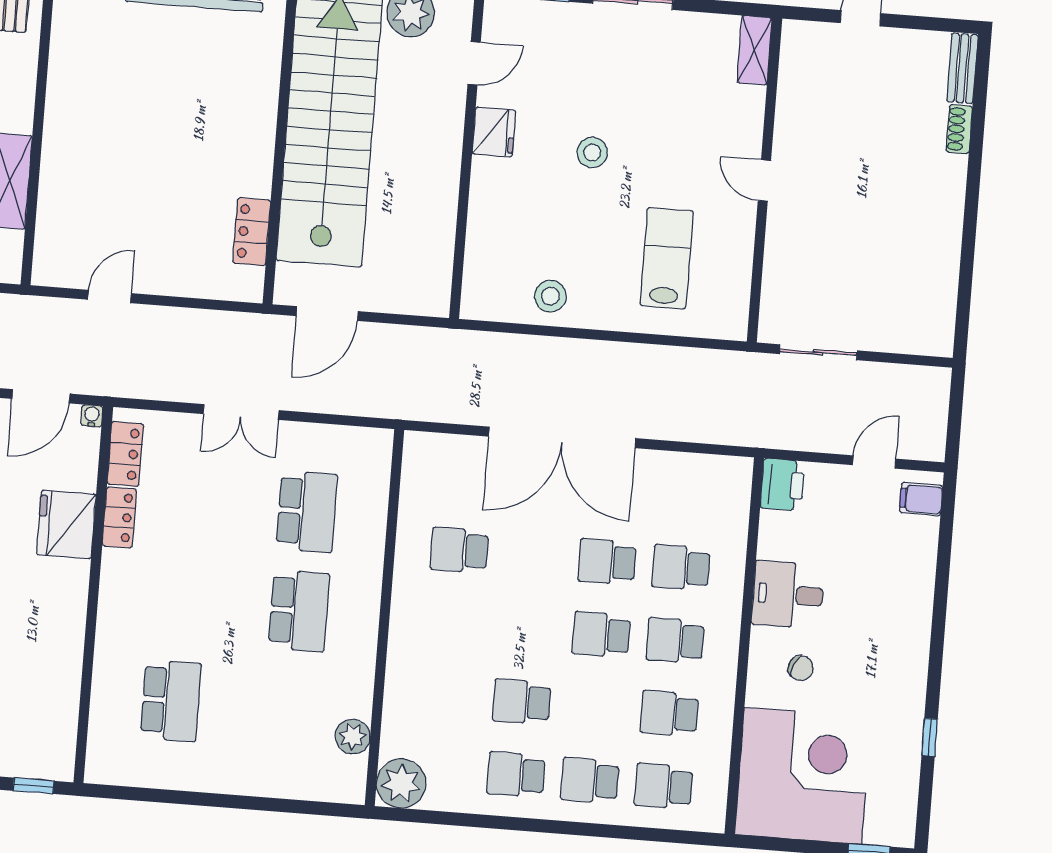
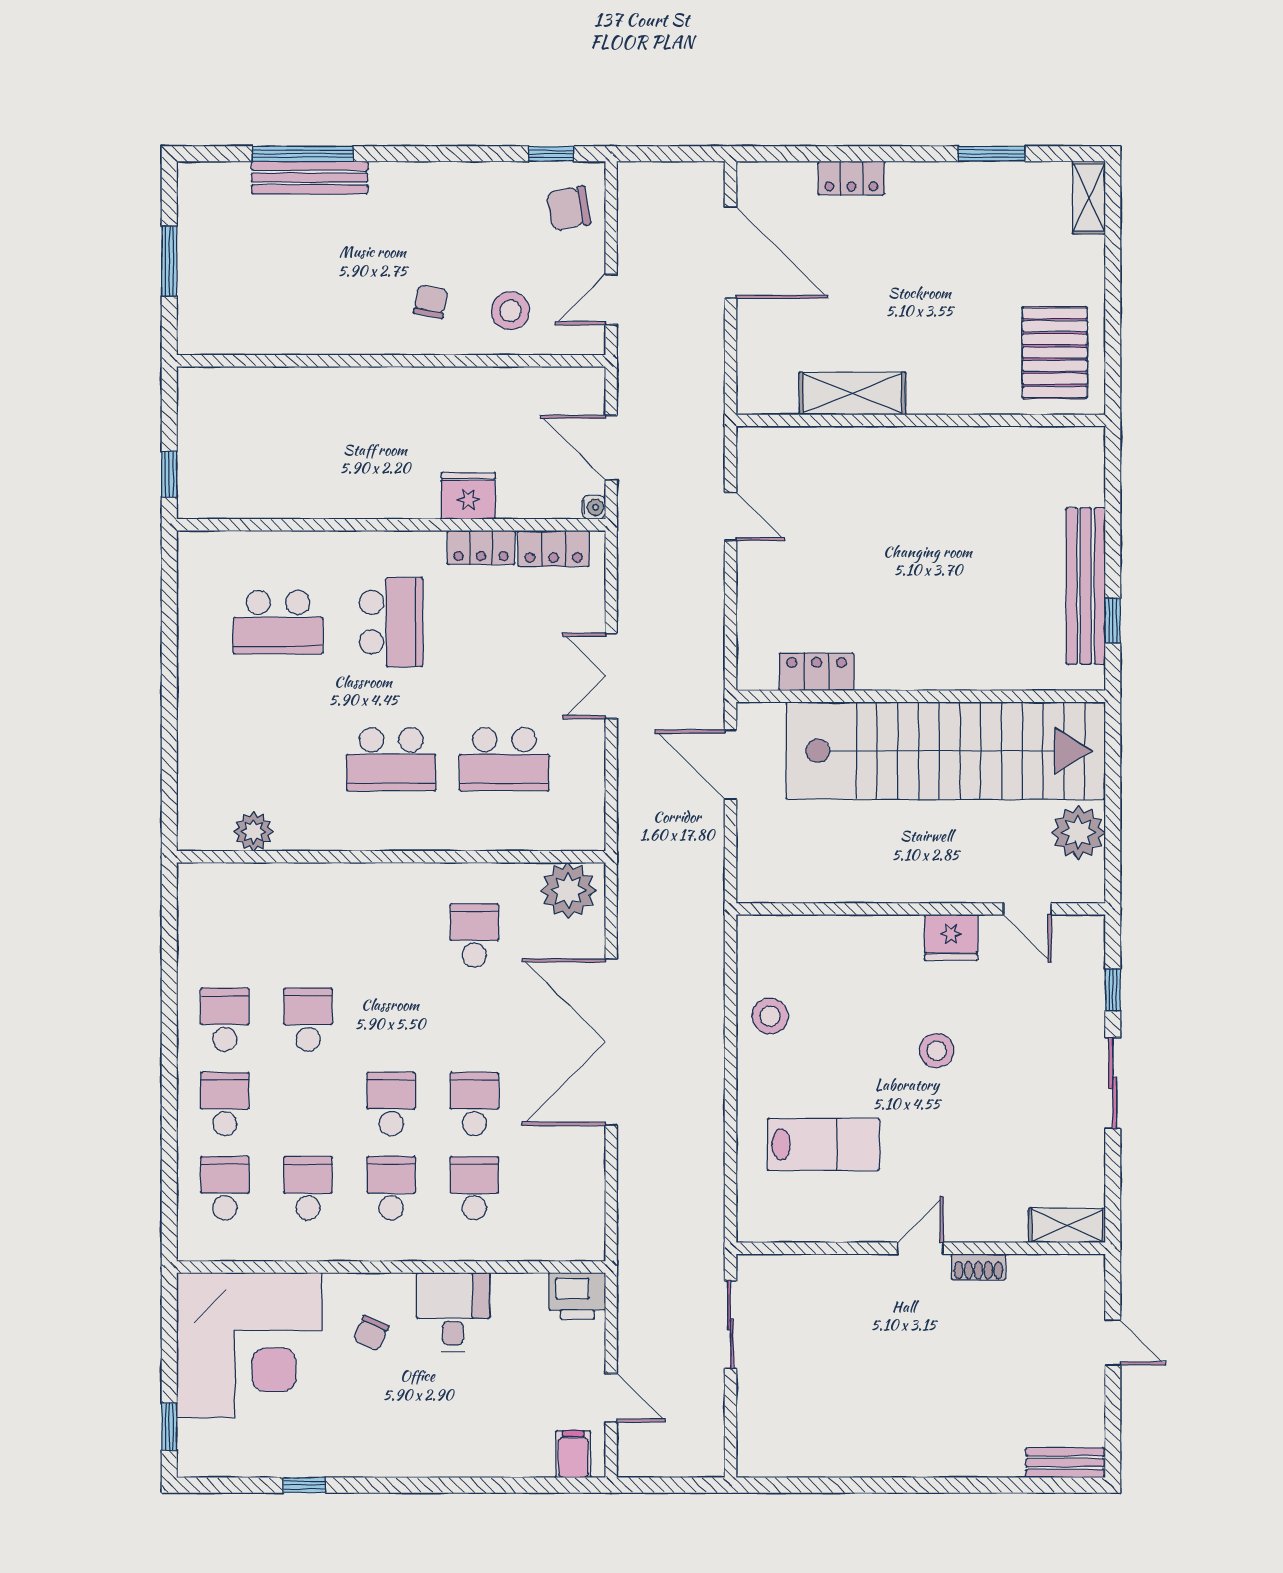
shoe rack: (959, 129) -> (978, 1267), moved, turned 180
fridge: (66, 524) -> (468, 496), width x0.73, depth x0.75
school desk: (179, 601) -> (391, 622), added
plant: (401, 783) -> (568, 890), moved

